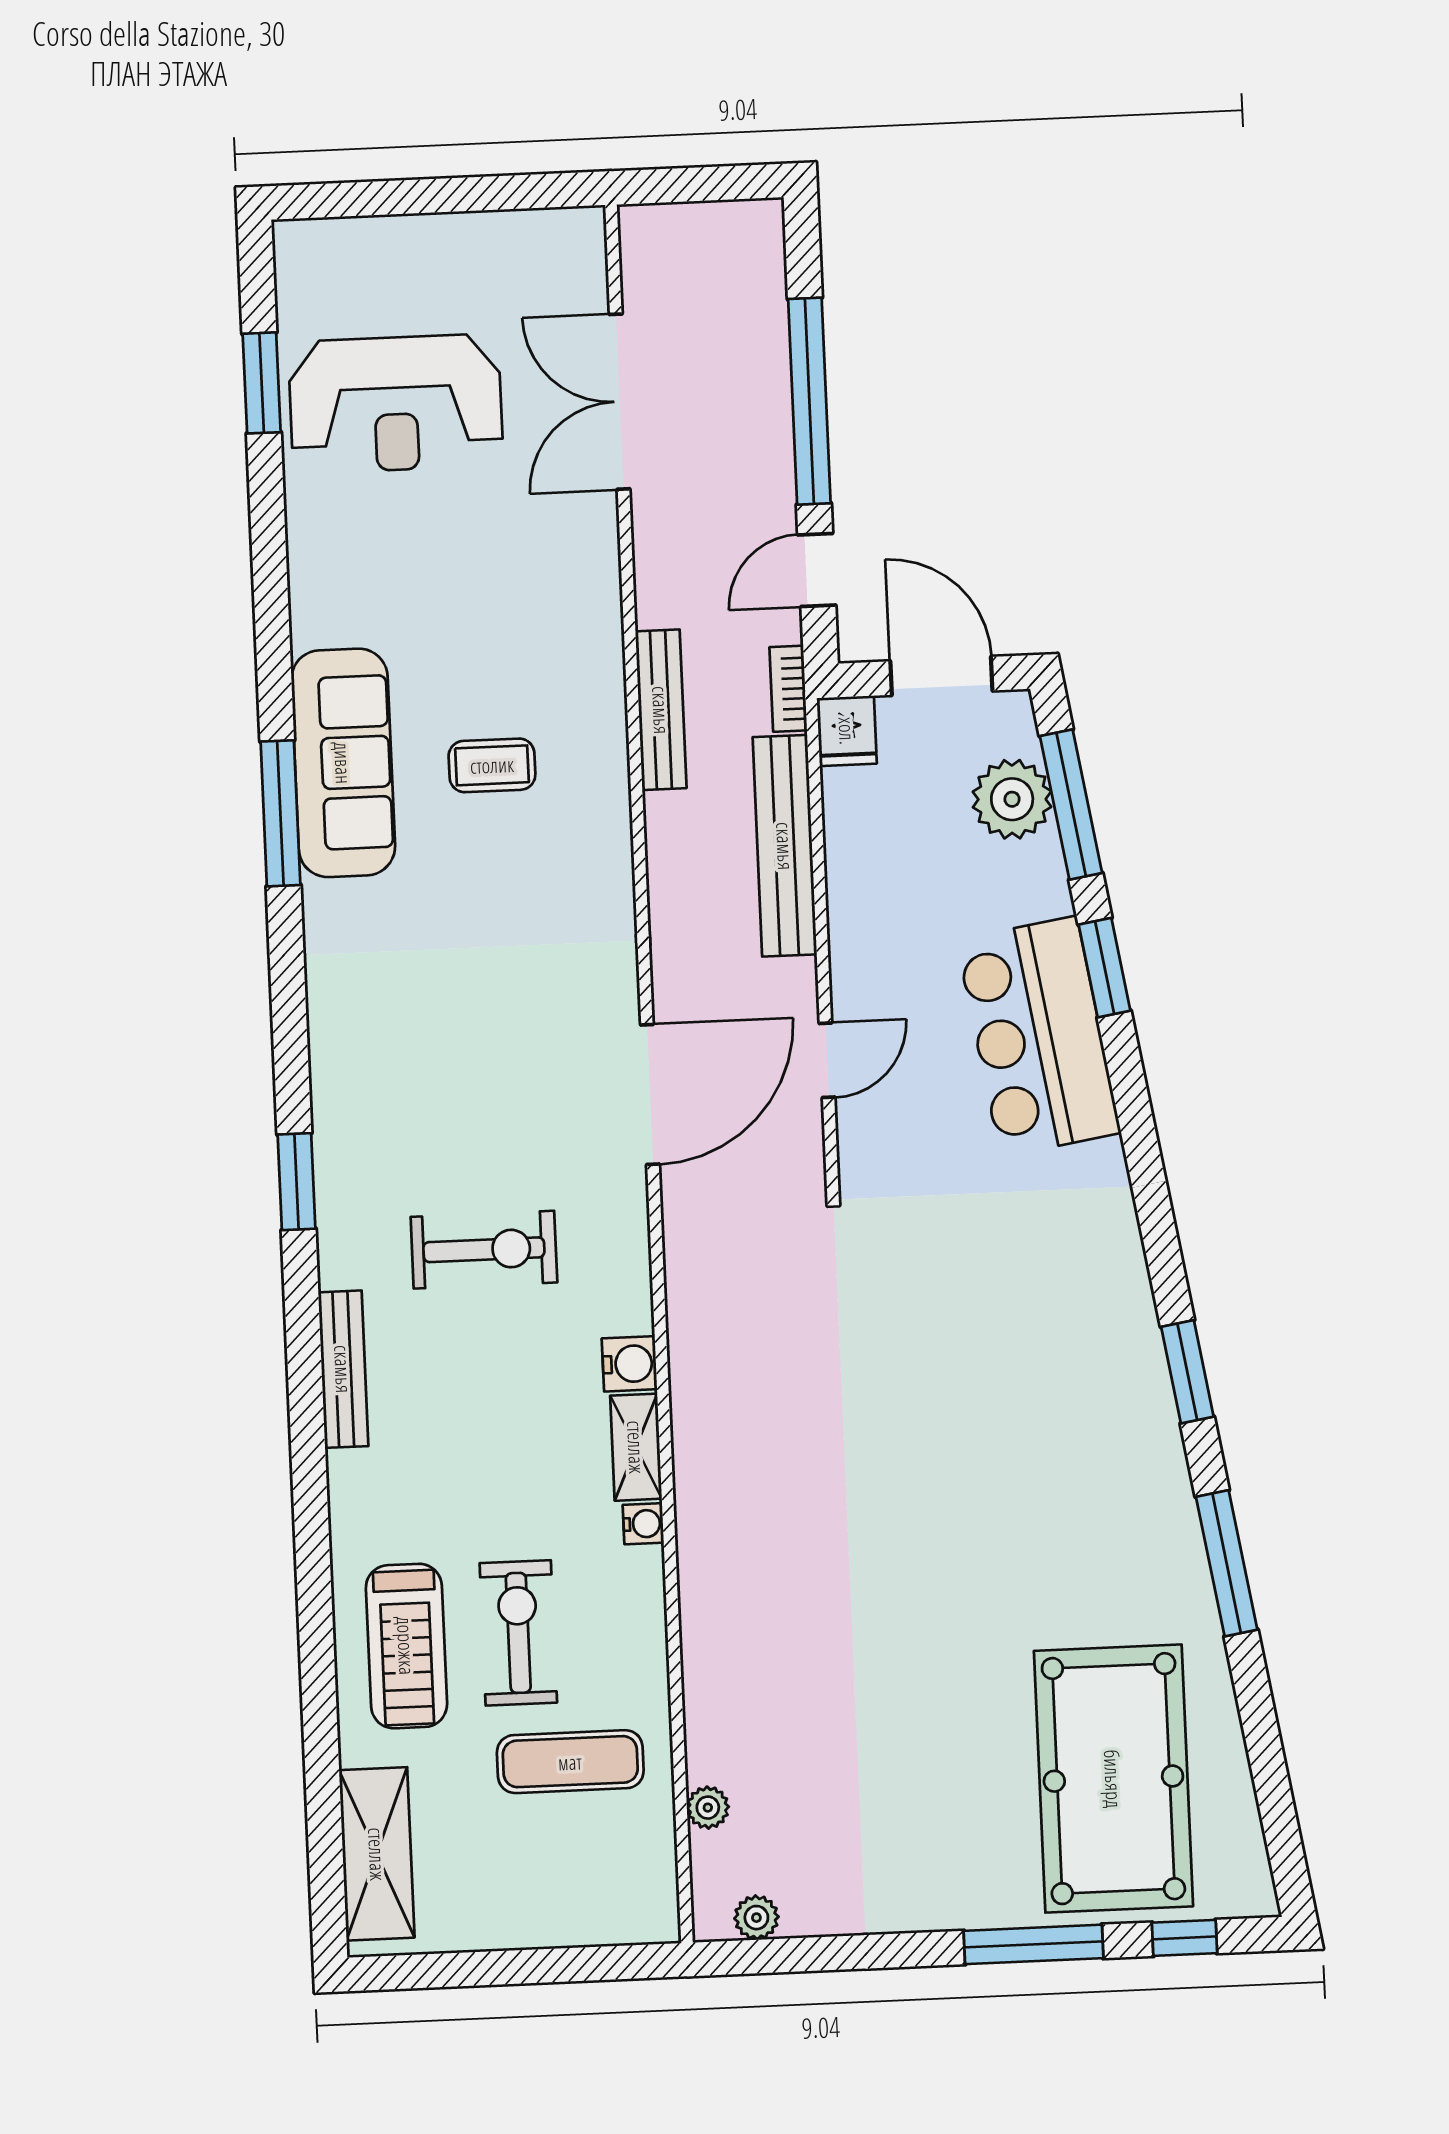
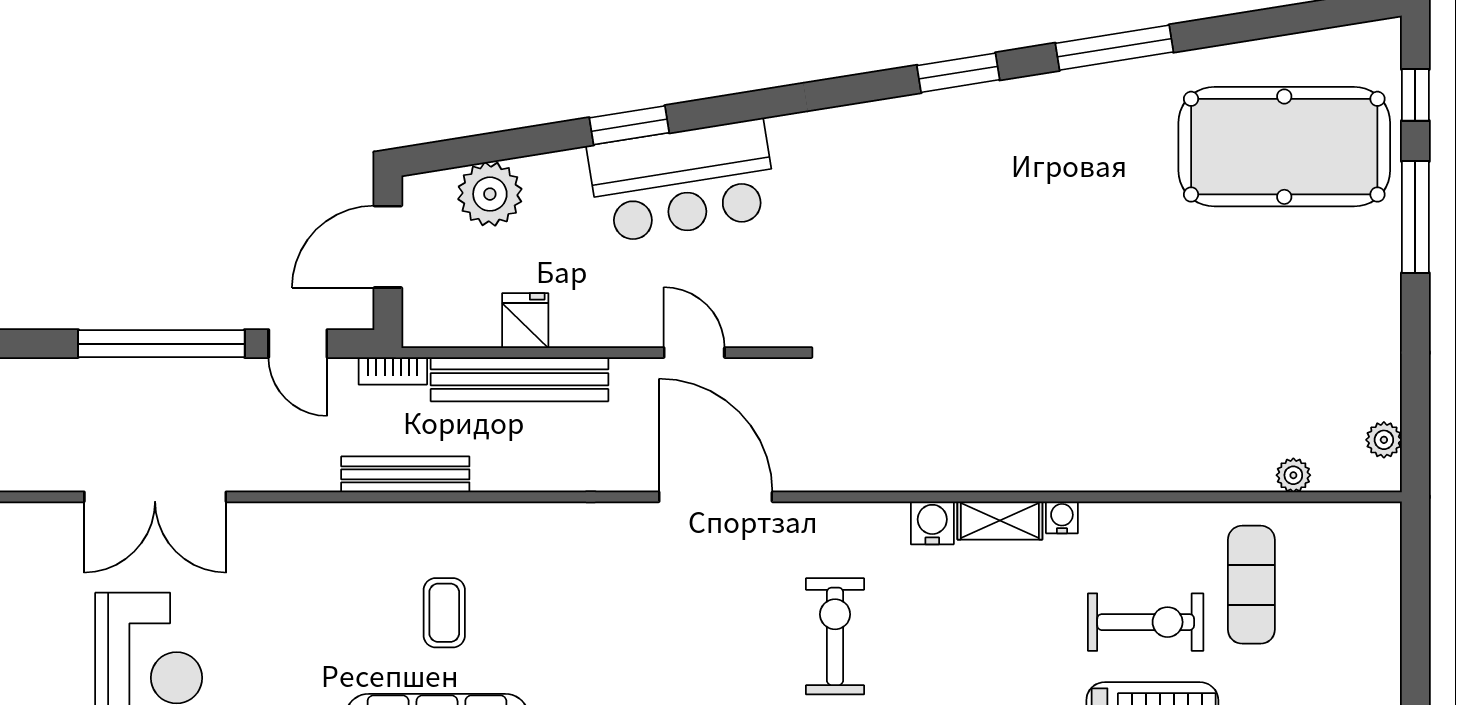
fridge: (847, 731) -> (525, 321), moved, turned -90
window: (1071, 804) -> (496, 147), removed
exercise bike: (518, 1633) -> (1146, 622), turned 180

